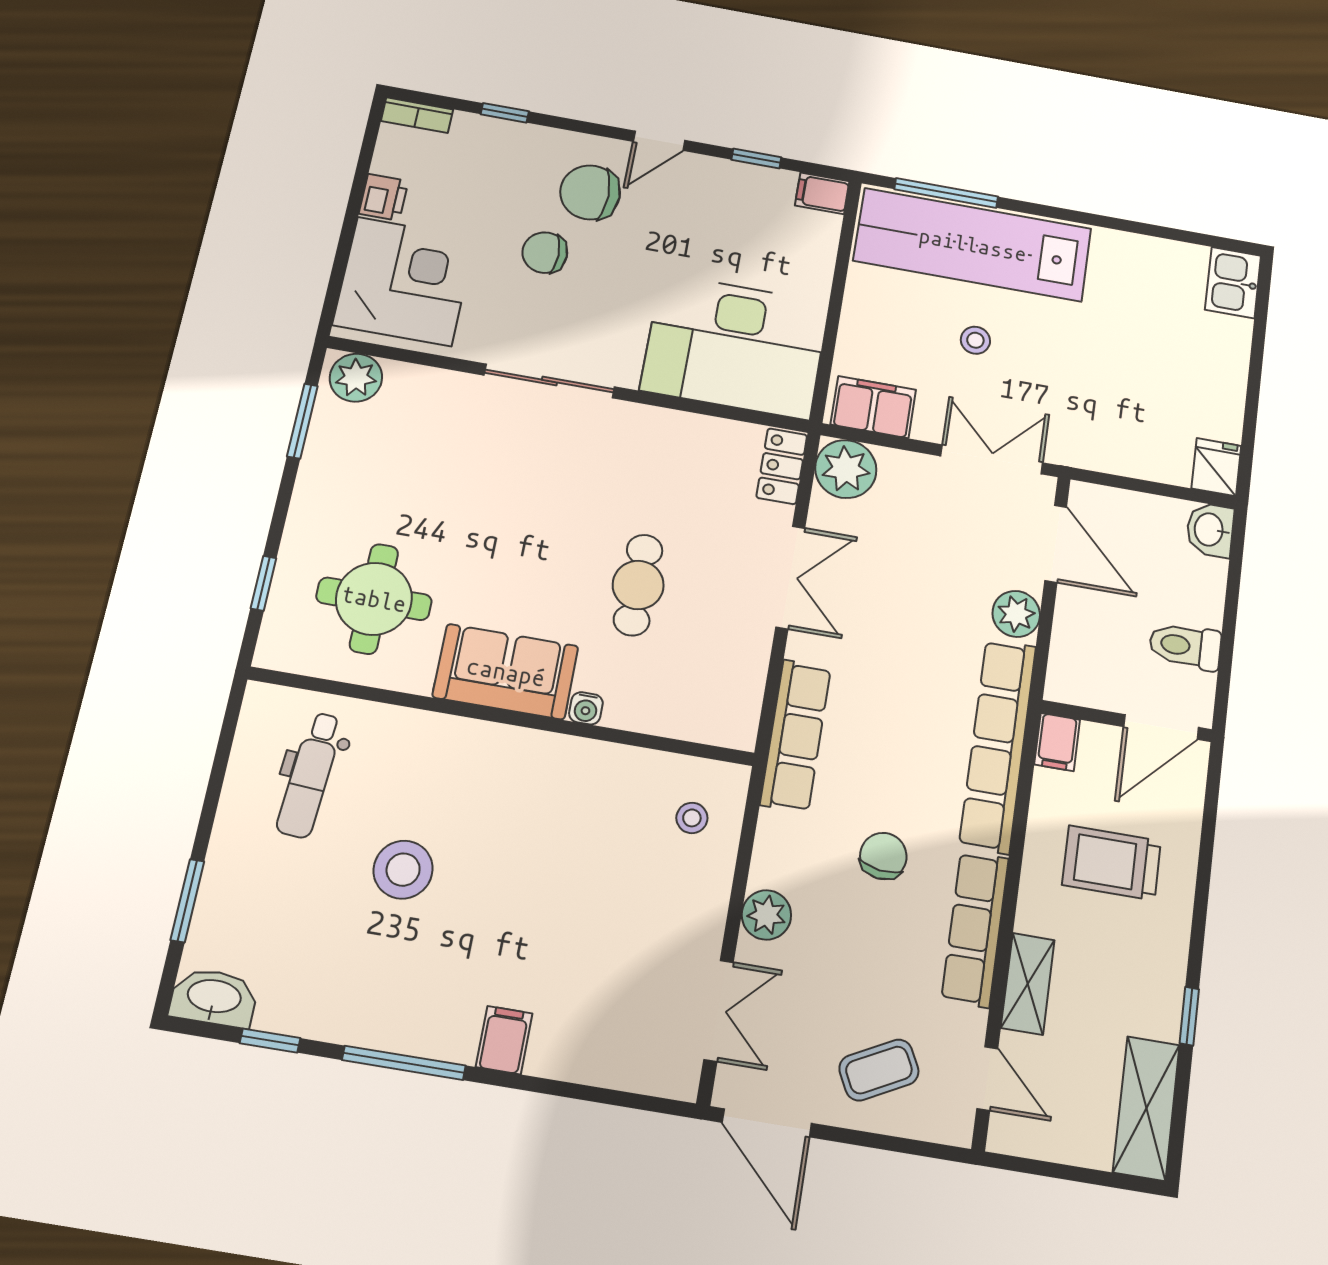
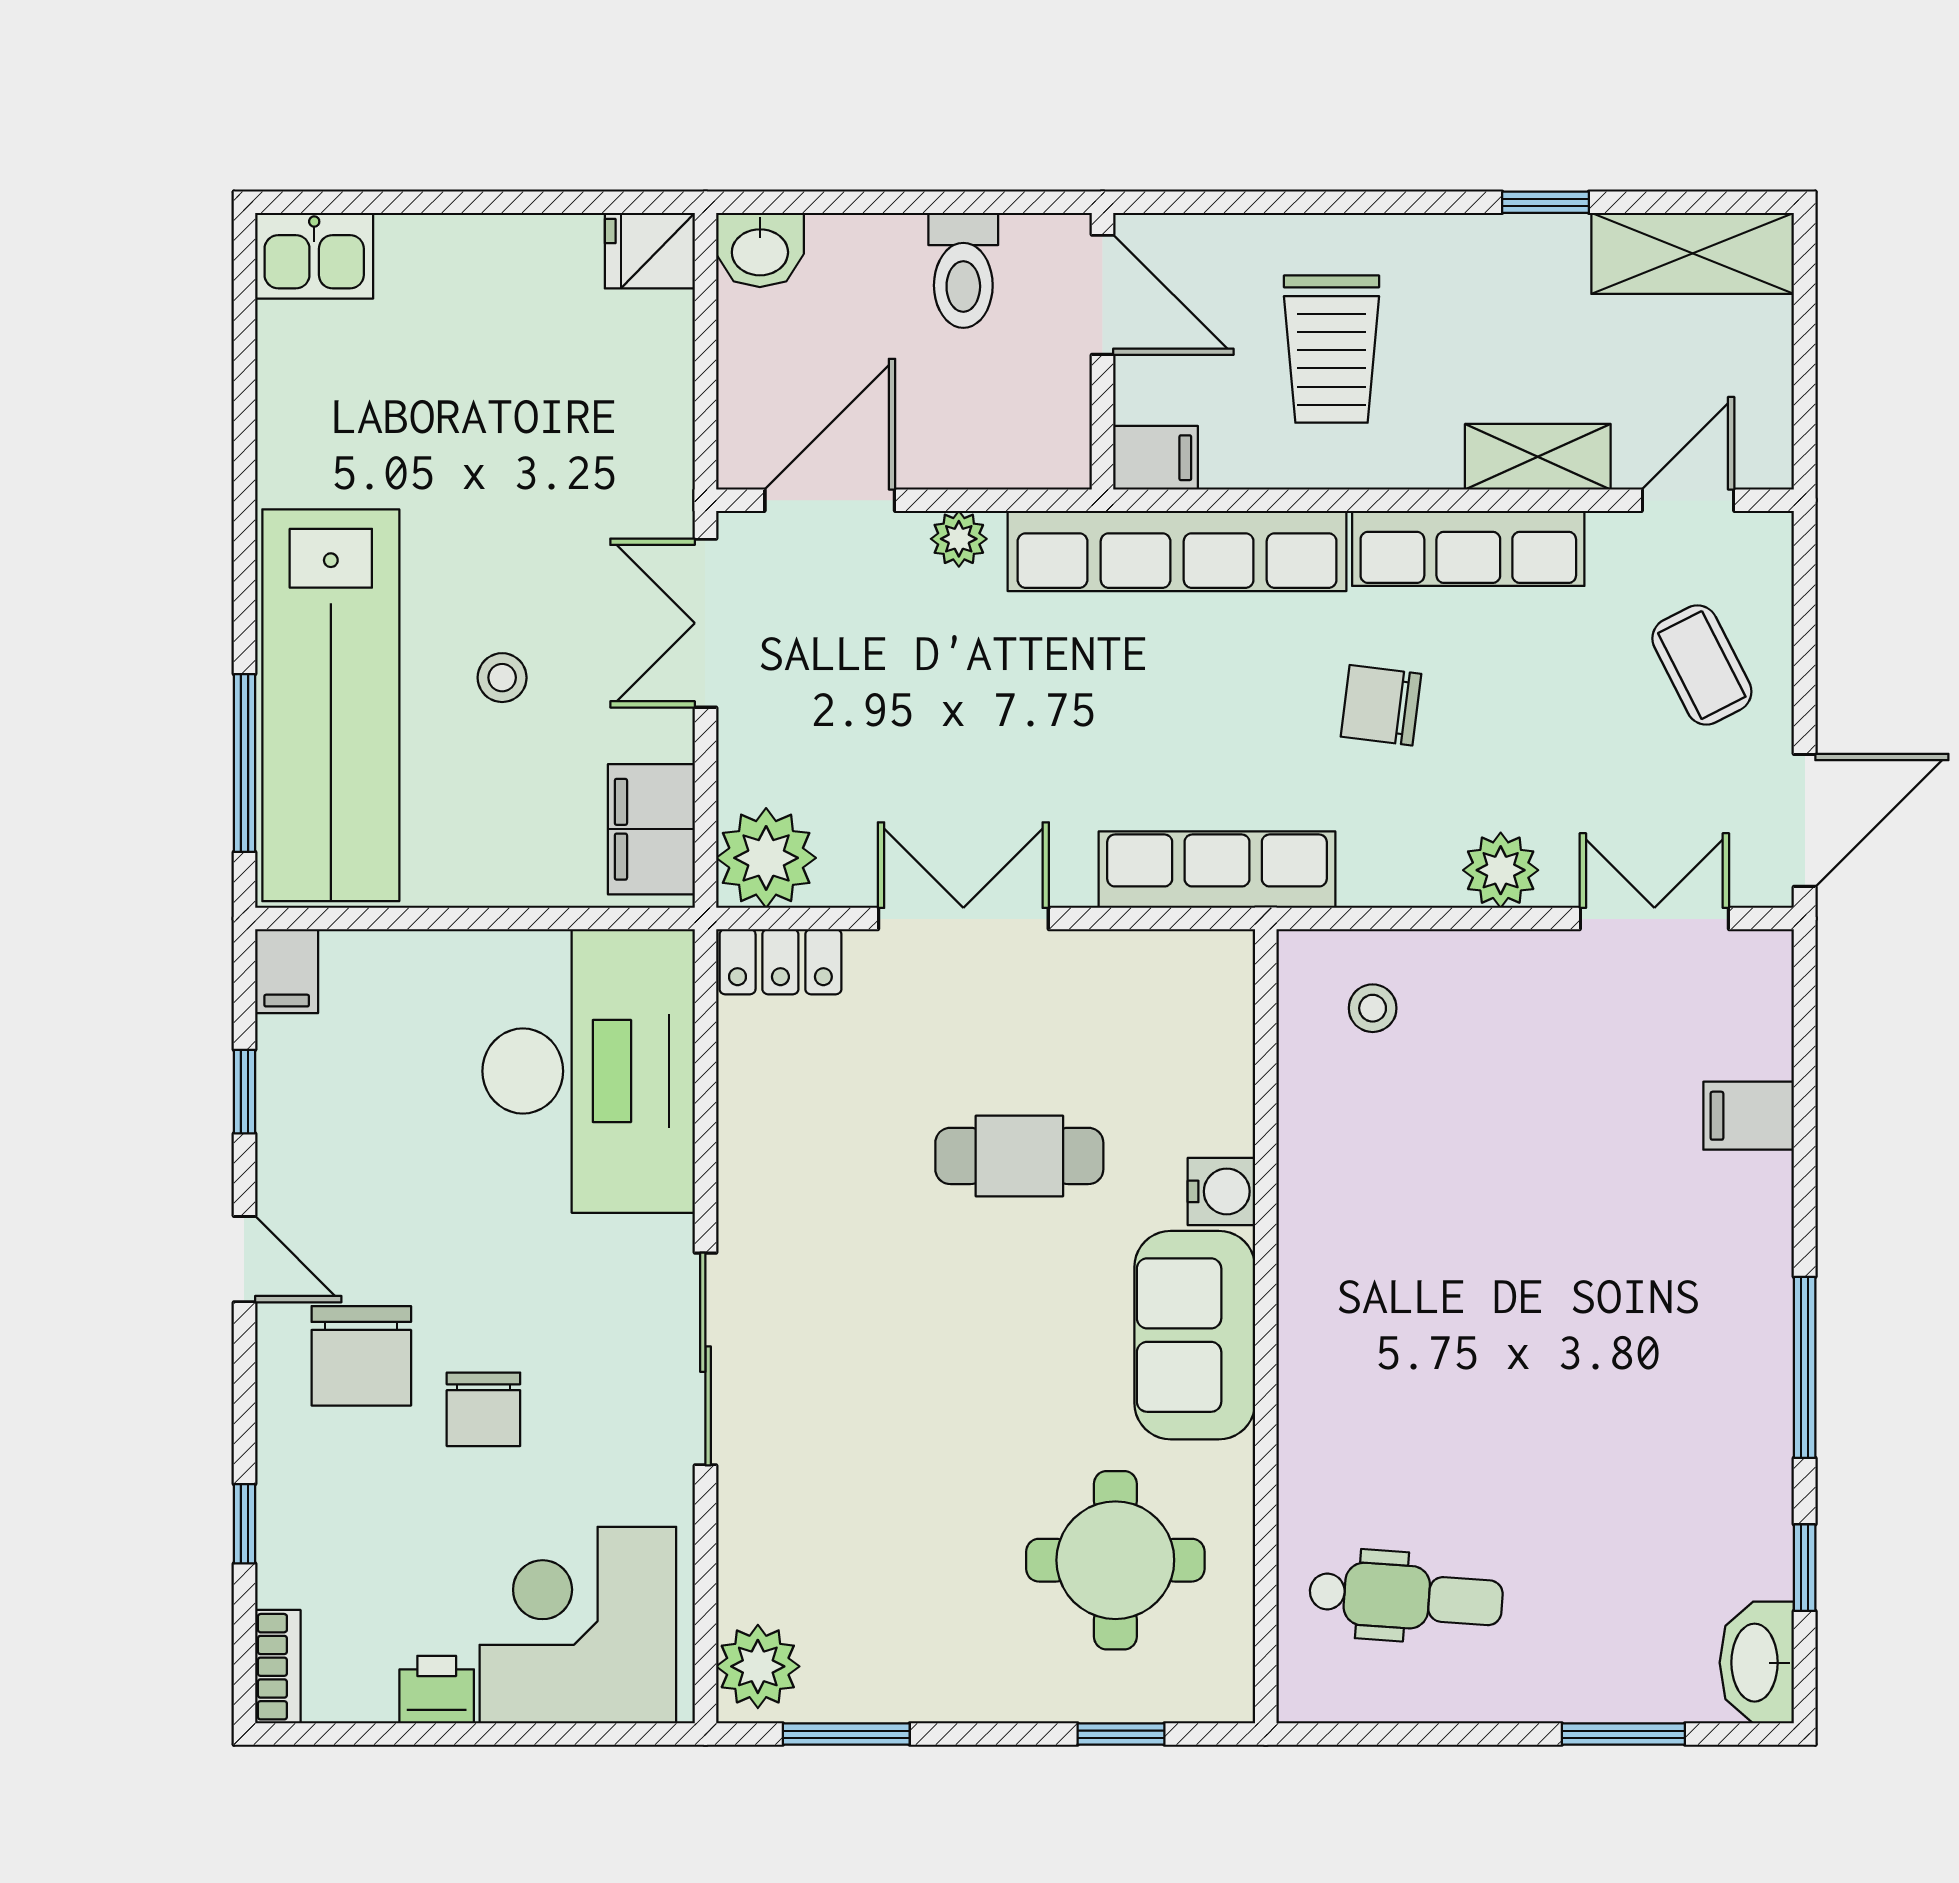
plant: (1016, 614) -> (959, 539), width x0.73, depth x0.73
water cooler: (586, 708) -> (1221, 1191), width x1.38, depth x1.38
stool: (403, 870) -> (1524, 1428), removed
filing cabinet: (504, 1040) -> (1749, 1116), moved

